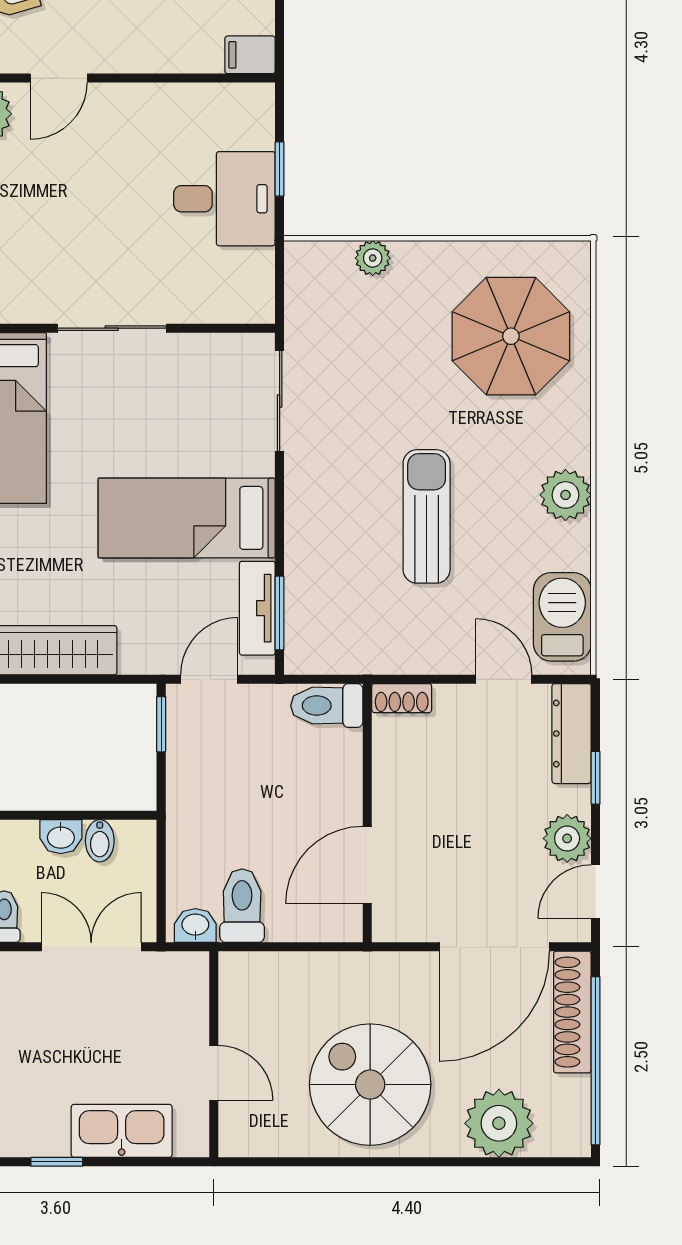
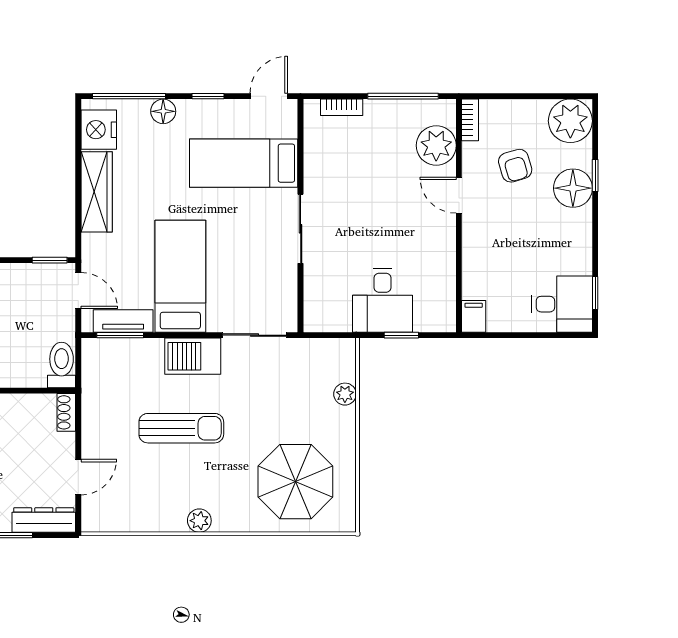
plant: (565, 495) -> (199, 521), width x0.73, depth x0.73
barbecue: (562, 617) -> (193, 356), moved, turned 180

